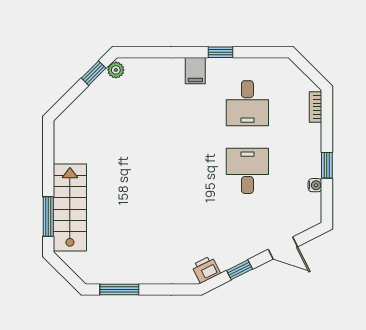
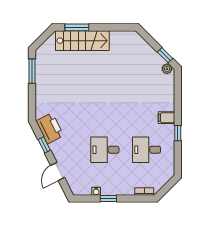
desk: (247, 171) -> (105, 150), turned 180
printer: (206, 269) -> (50, 128), width x1.87, depth x1.48

